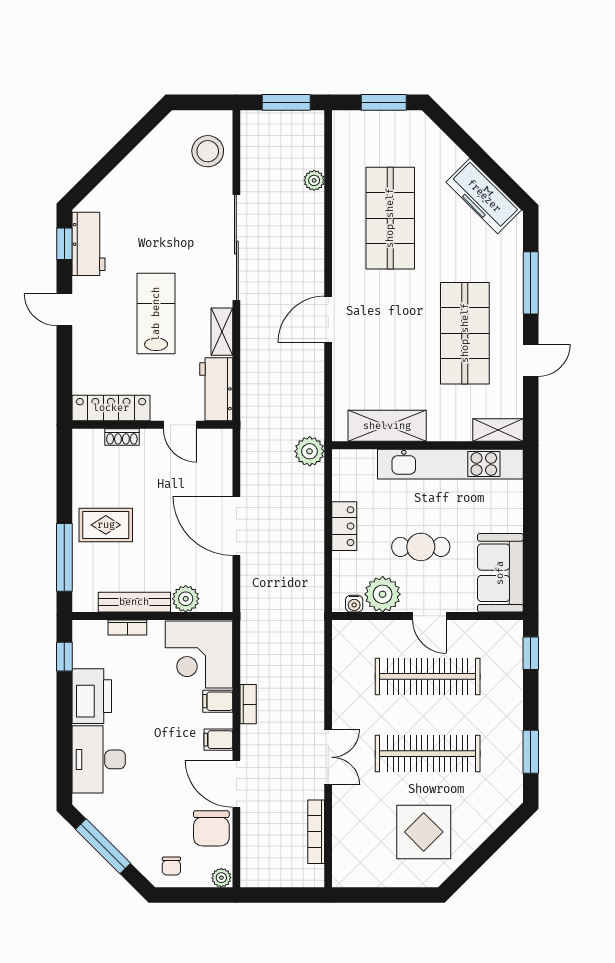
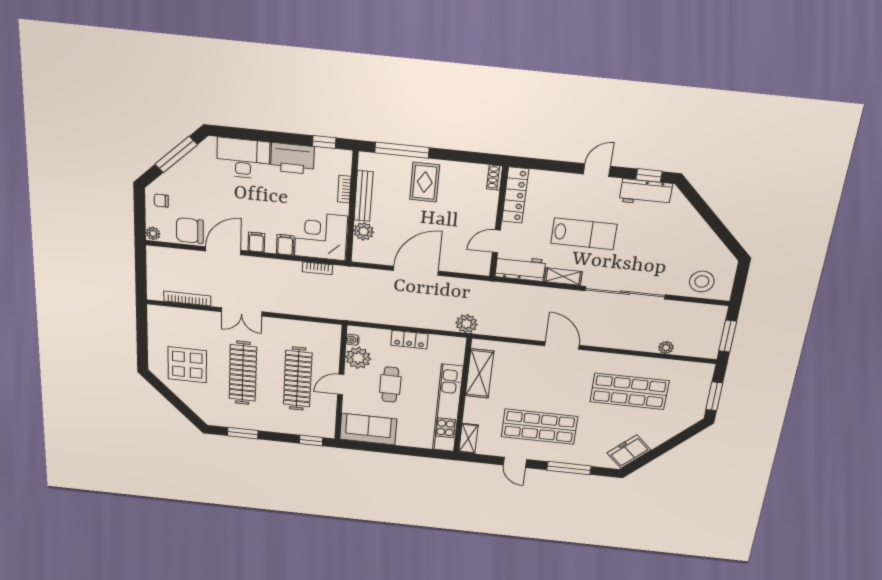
freezer: (484, 196) -> (629, 452), width x0.71
shoe rack: (122, 437) -> (495, 178), moved
bookcase: (248, 704) -> (317, 268), moved

